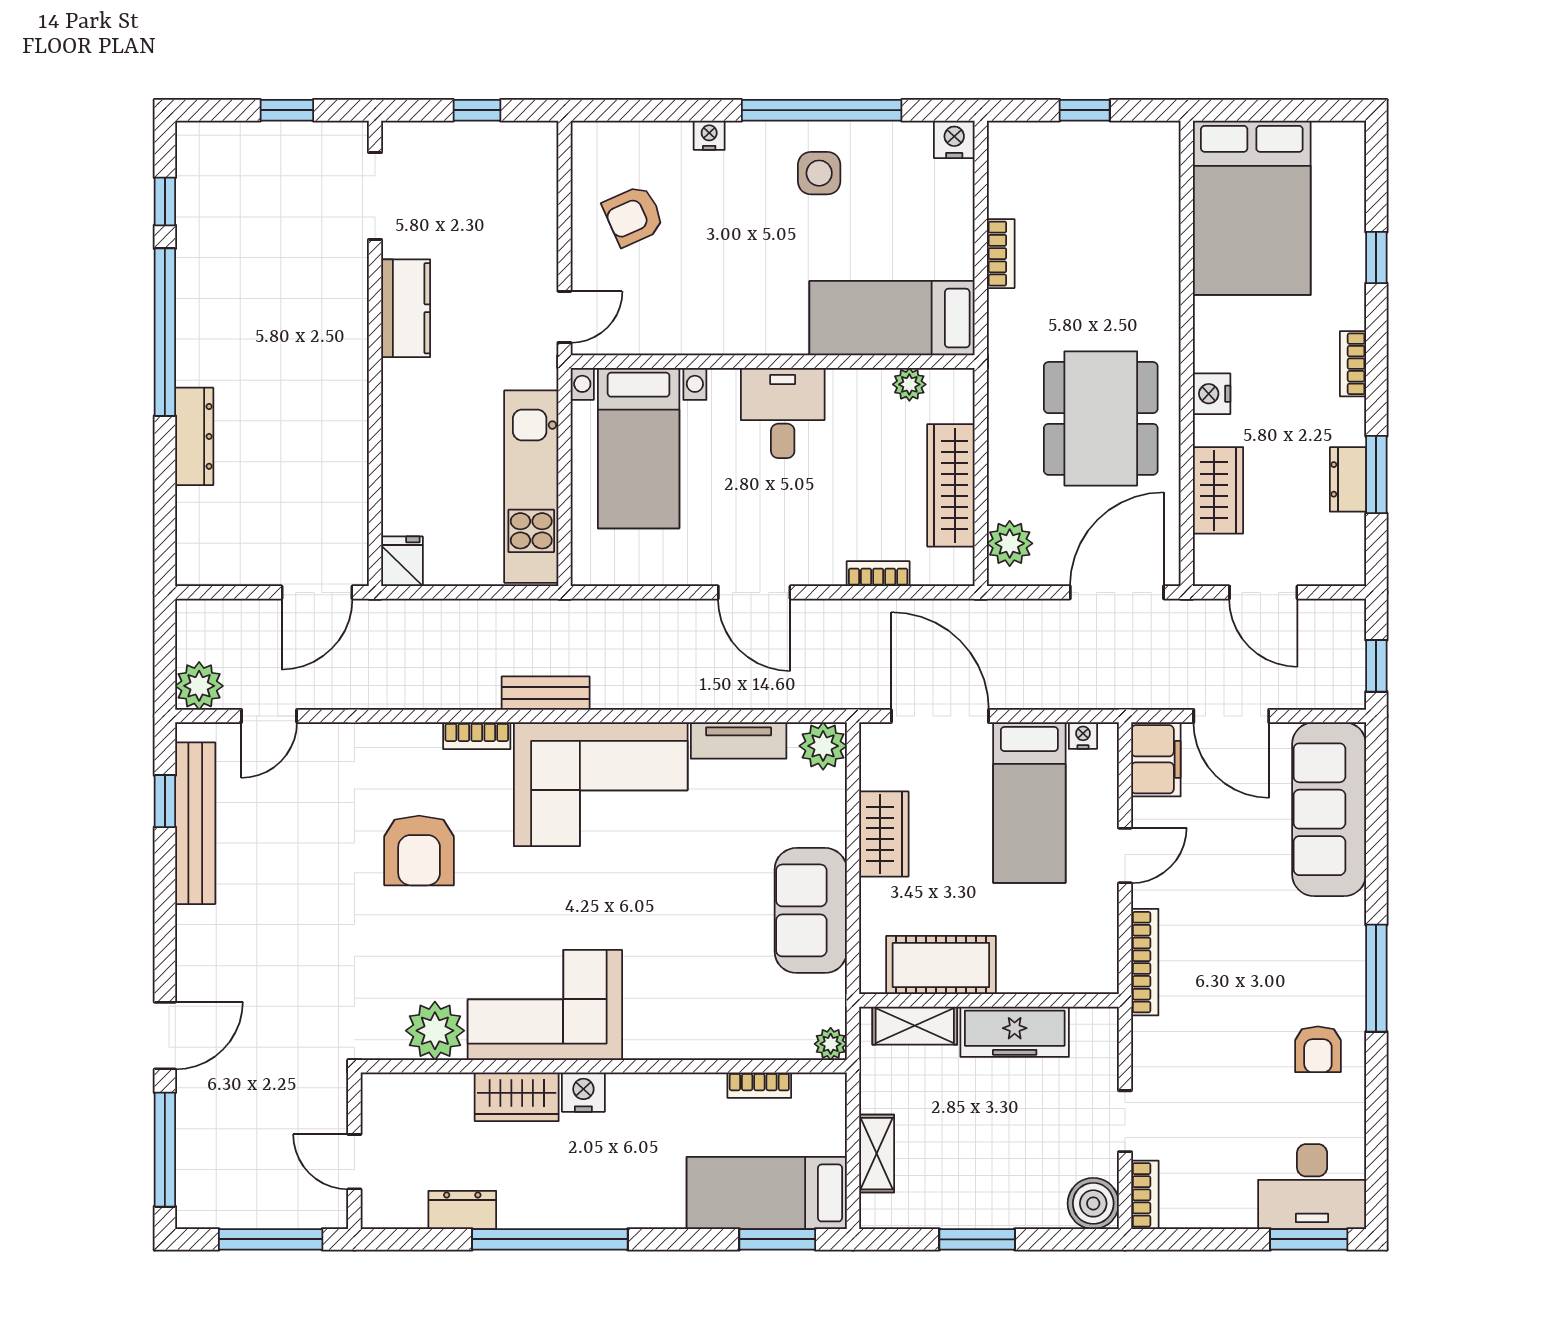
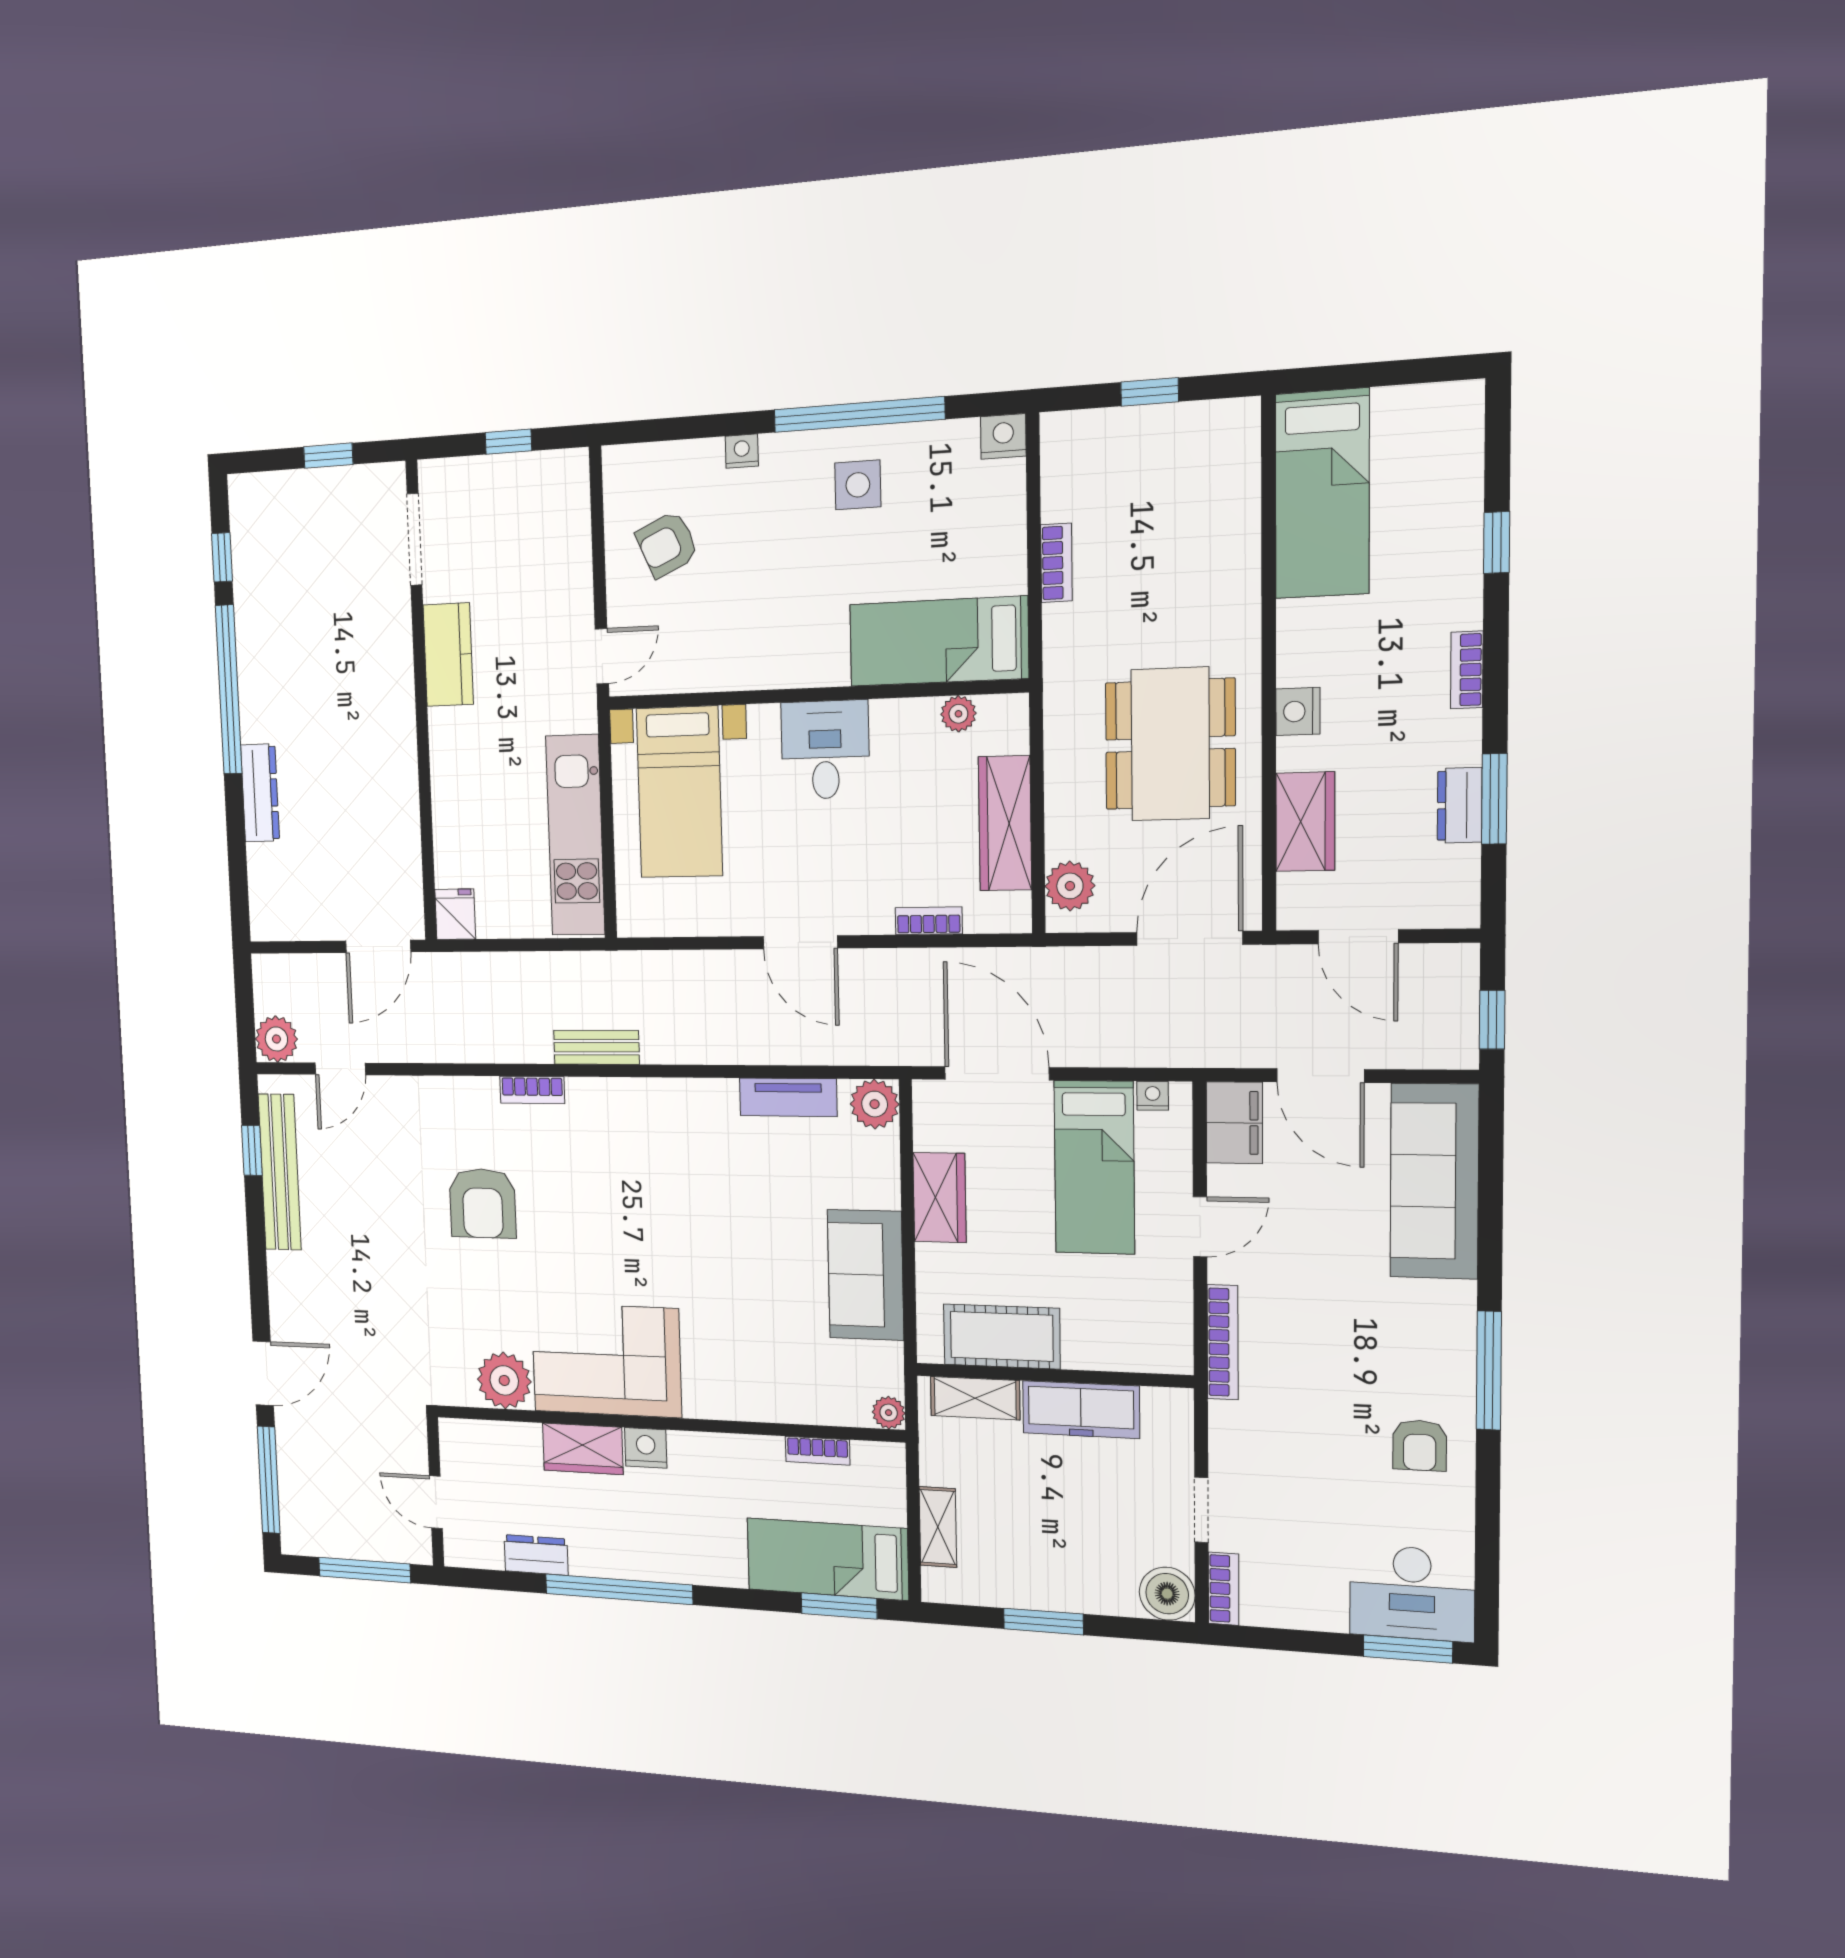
bed: (1252, 208) -> (1322, 494), width x0.67
corner sofa: (601, 784) -> (653, 1140), removed

